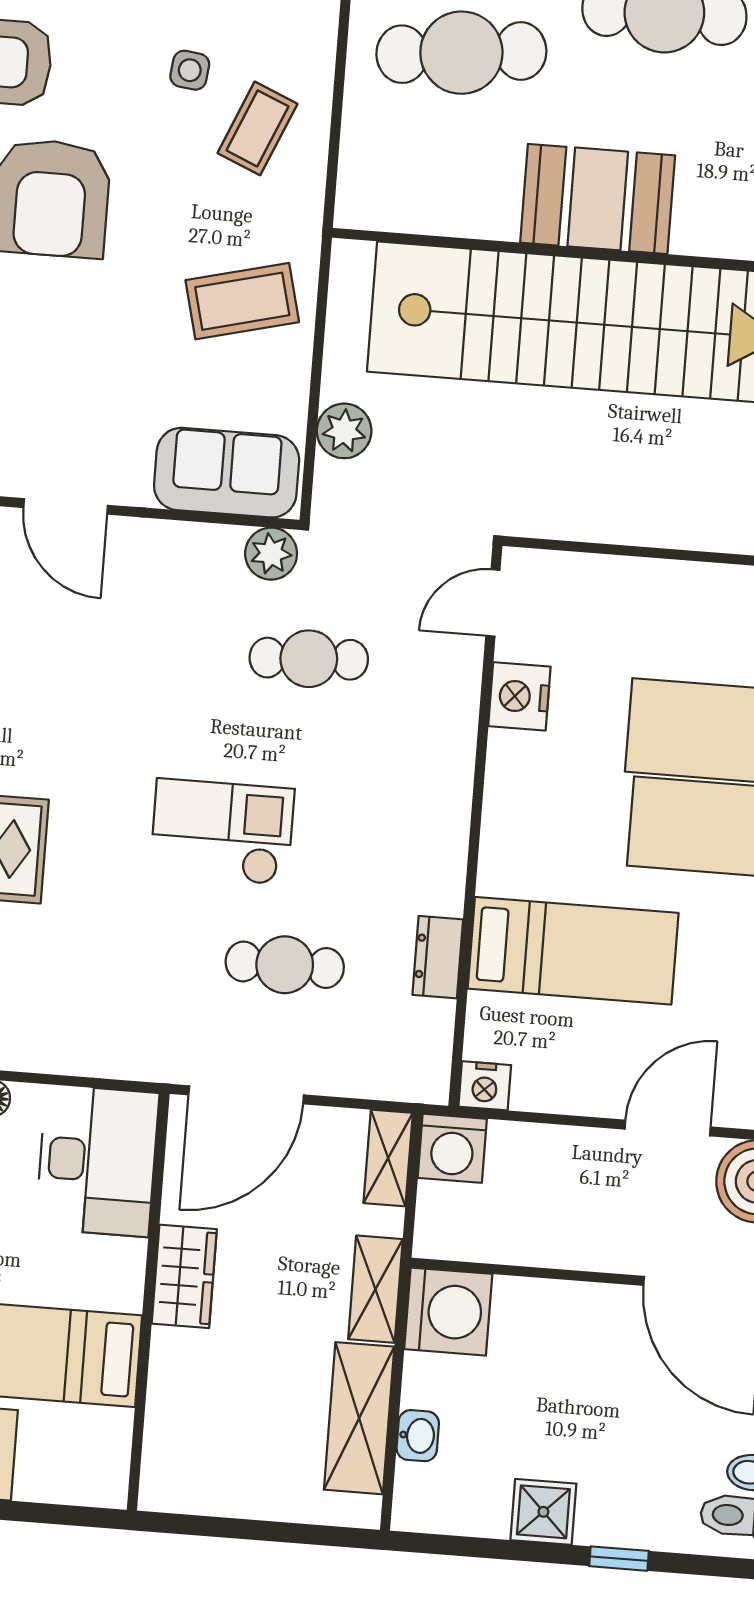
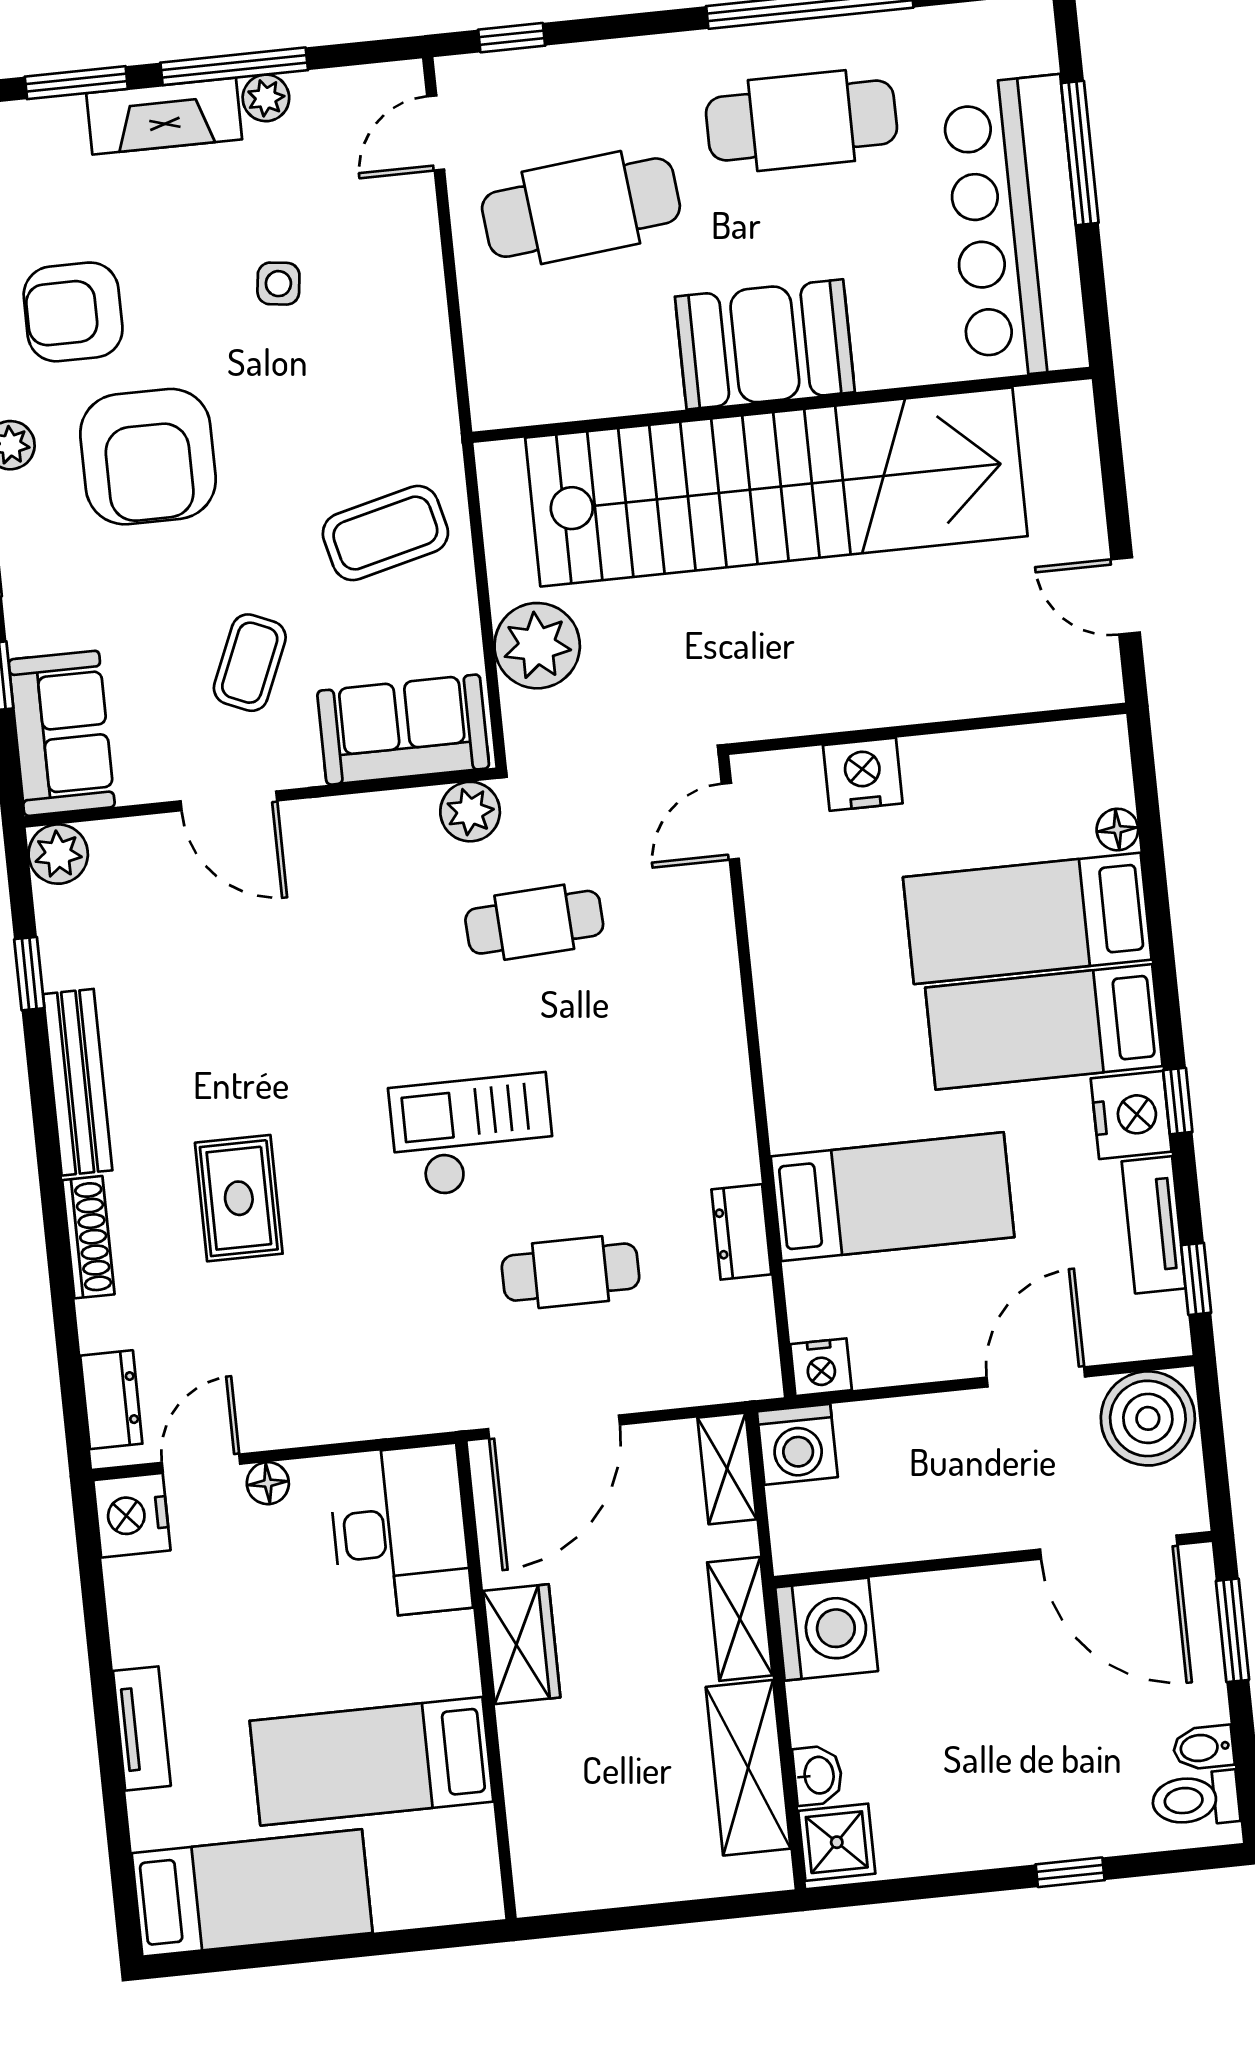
coffee table: (257, 128) -> (250, 663), moved
plant: (344, 431) -> (537, 646), width x1.36, depth x1.36
nightstand: (519, 696) -> (863, 774), moved, turned 90
shower: (543, 1512) -> (837, 1842), moved

